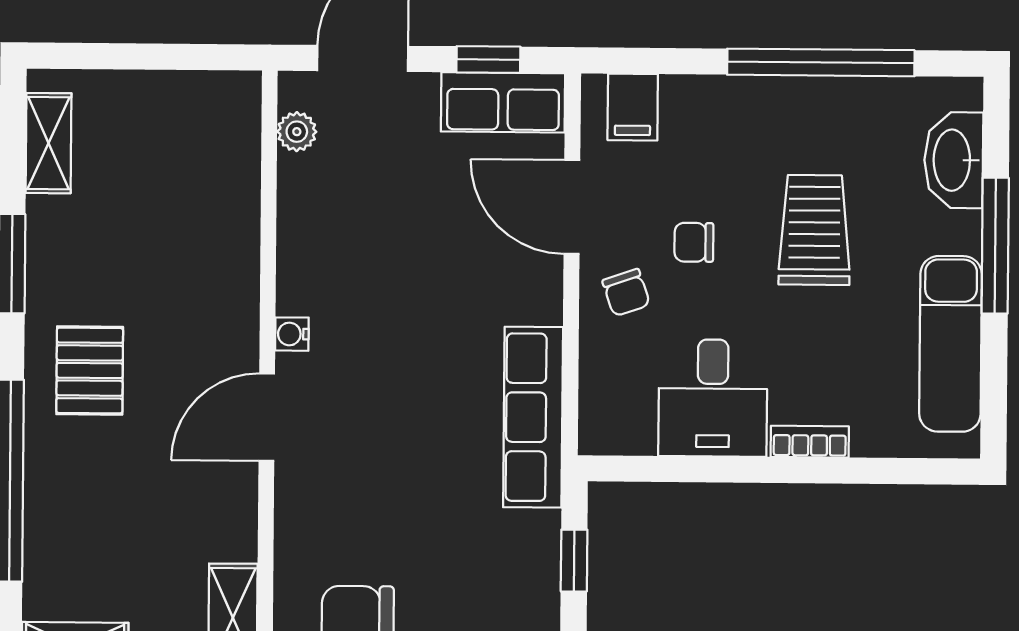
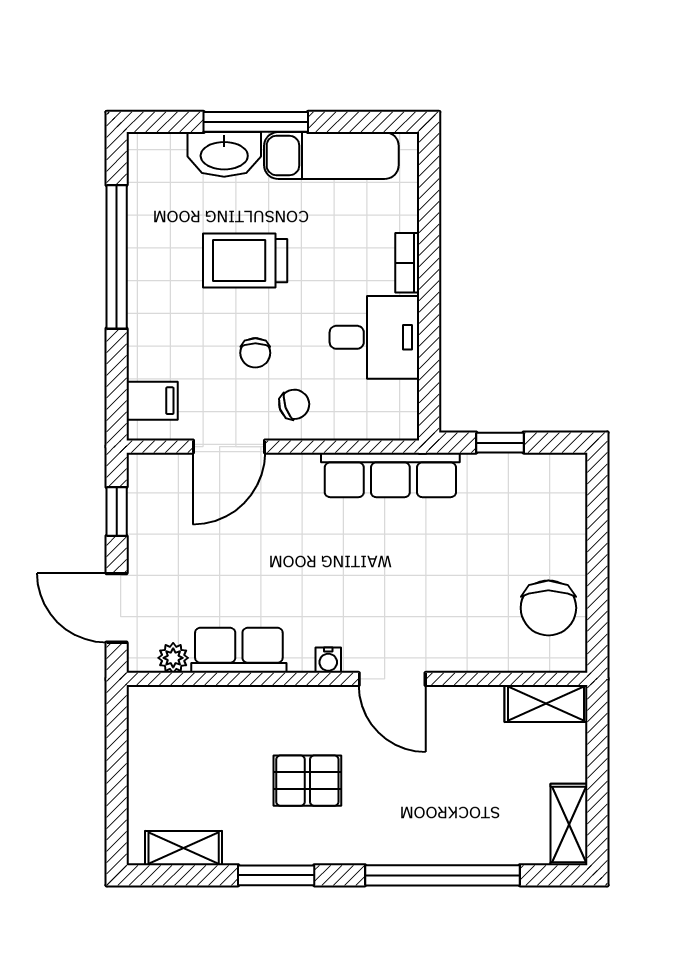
row of seats: (503, 102) -> (239, 650), moved, turned -90
washbasin: (954, 160) -> (224, 154), moved
pallet: (90, 371) -> (307, 781), moved

